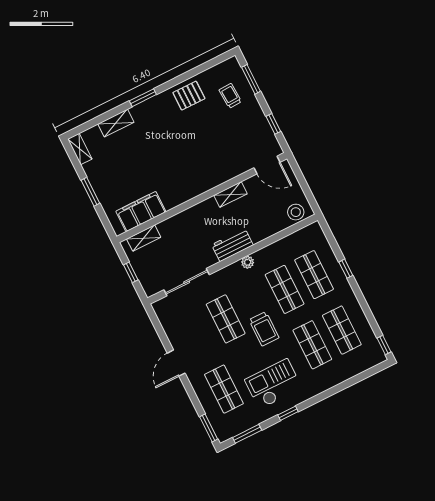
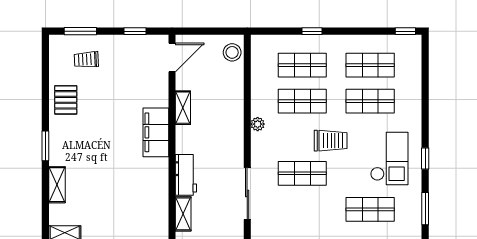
filing cabinet: (141, 212) -> (156, 132), moved
workbench: (232, 245) -> (186, 175), moved, turned 180
checkout: (273, 384) -> (389, 159), turned 180

